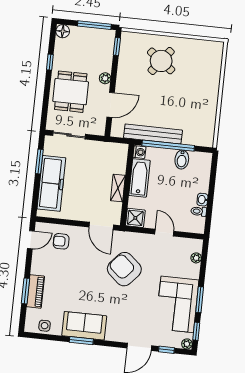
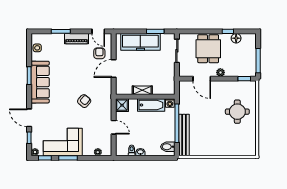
floor lamp: (63, 31) -> (236, 38), moved
round table: (161, 61) -> (237, 112), turned -37
dining table: (71, 92) -> (208, 49), turned 90
bench: (153, 134) -> (184, 135), moved
bidet: (182, 160) -> (168, 147), moved
door: (101, 226) -> (114, 69), moved
door: (164, 233) -> (114, 127), hinge flipped
armchair: (124, 269) -> (84, 101), width x0.53, depth x0.53
piano: (35, 291) -> (76, 39), moved
sofa: (84, 326) -> (40, 82), width x1.36

